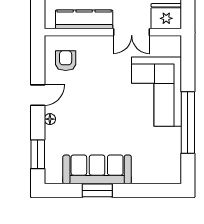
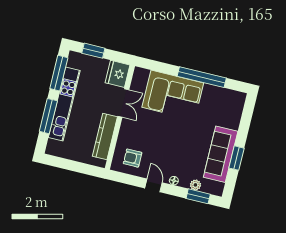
plant: (51, 147) -> (195, 185), added

